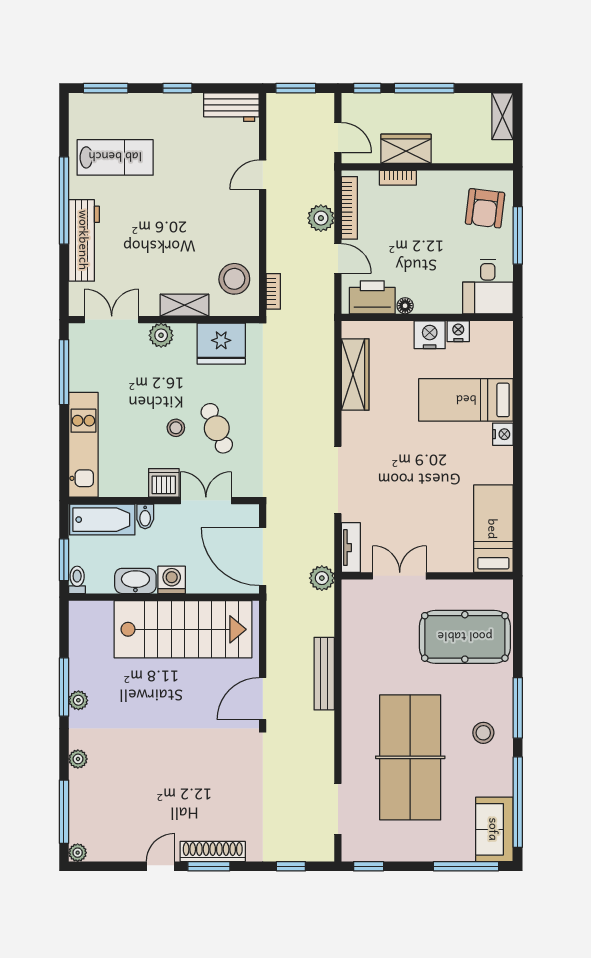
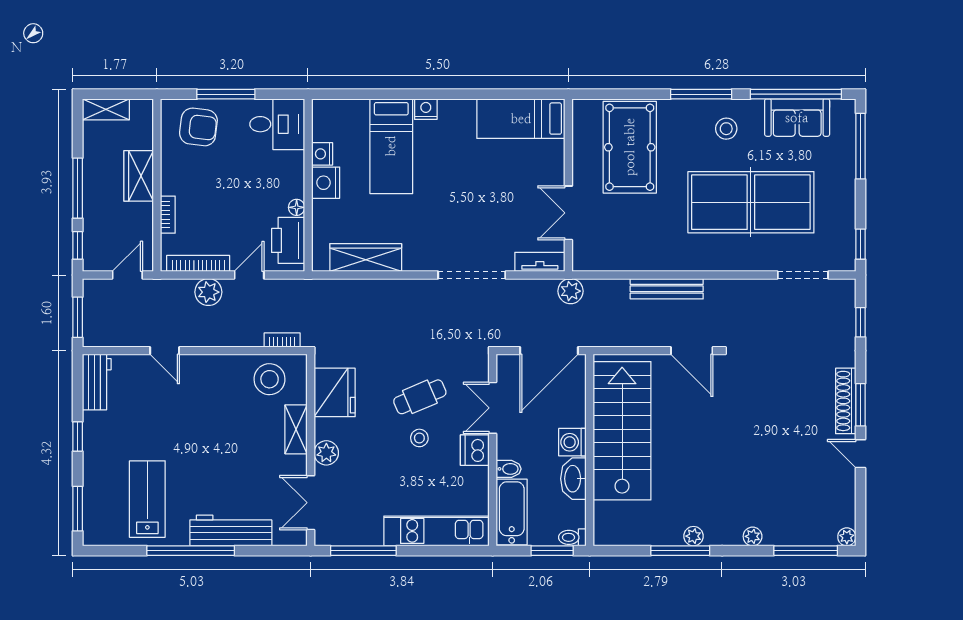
wardrobe: (406, 149) -> (139, 176), moved
sofa: (494, 829) -> (797, 118), moved

